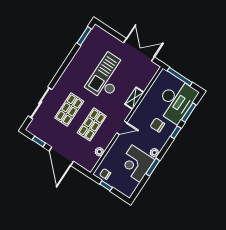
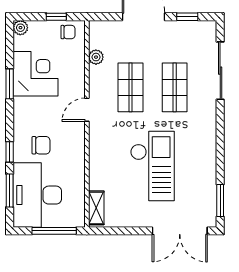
double door: (139, 50) -> (180, 231), moved
shelving: (134, 98) -> (96, 208), moved
plant: (154, 153) -> (20, 28), moved

